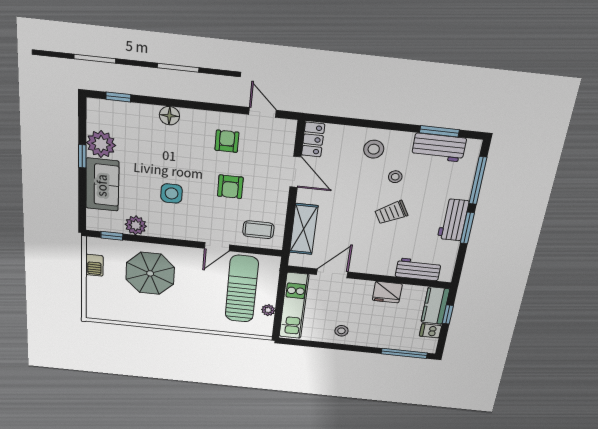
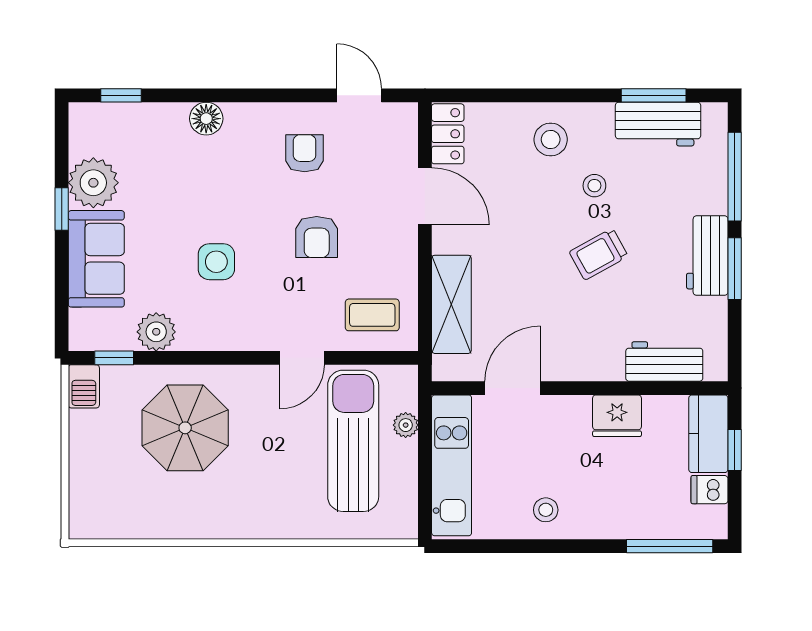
barbecue: (94, 265) -> (84, 386), moved
plant: (268, 310) -> (406, 425), moved

